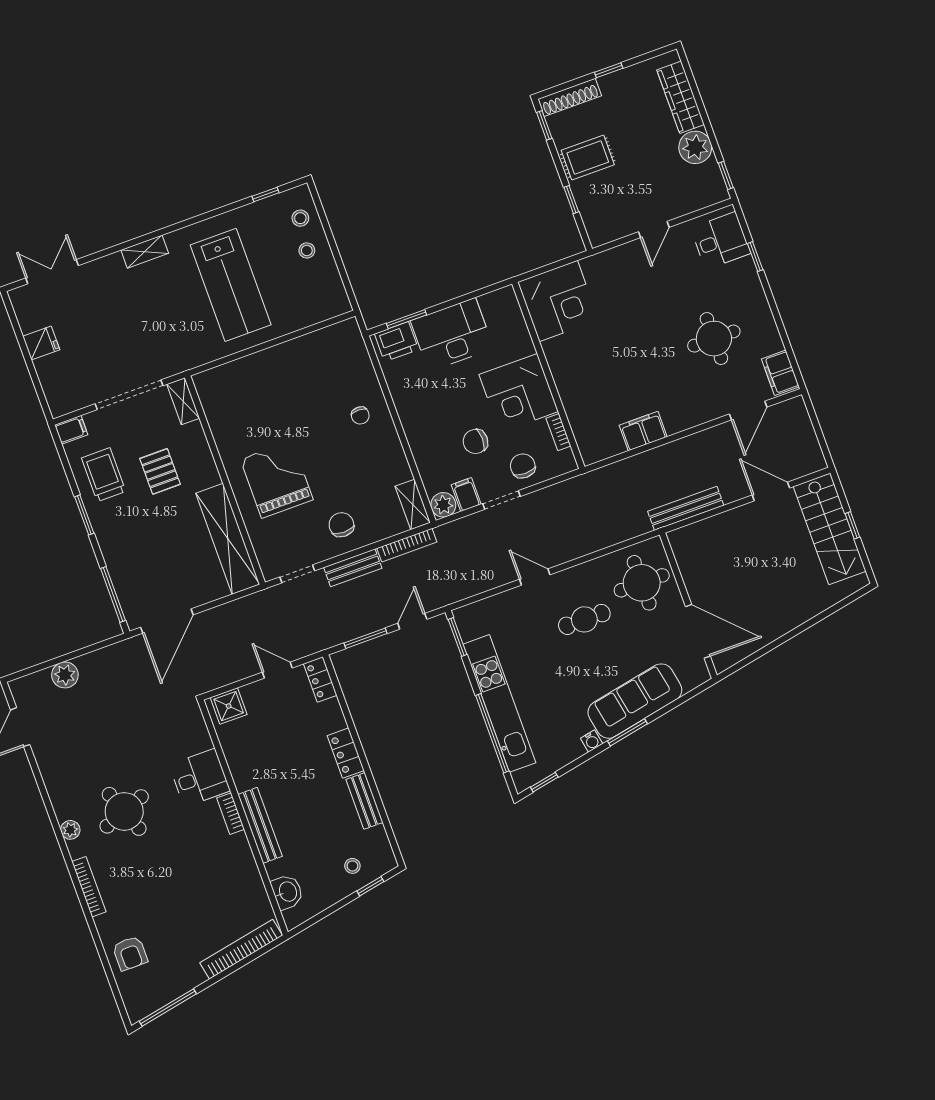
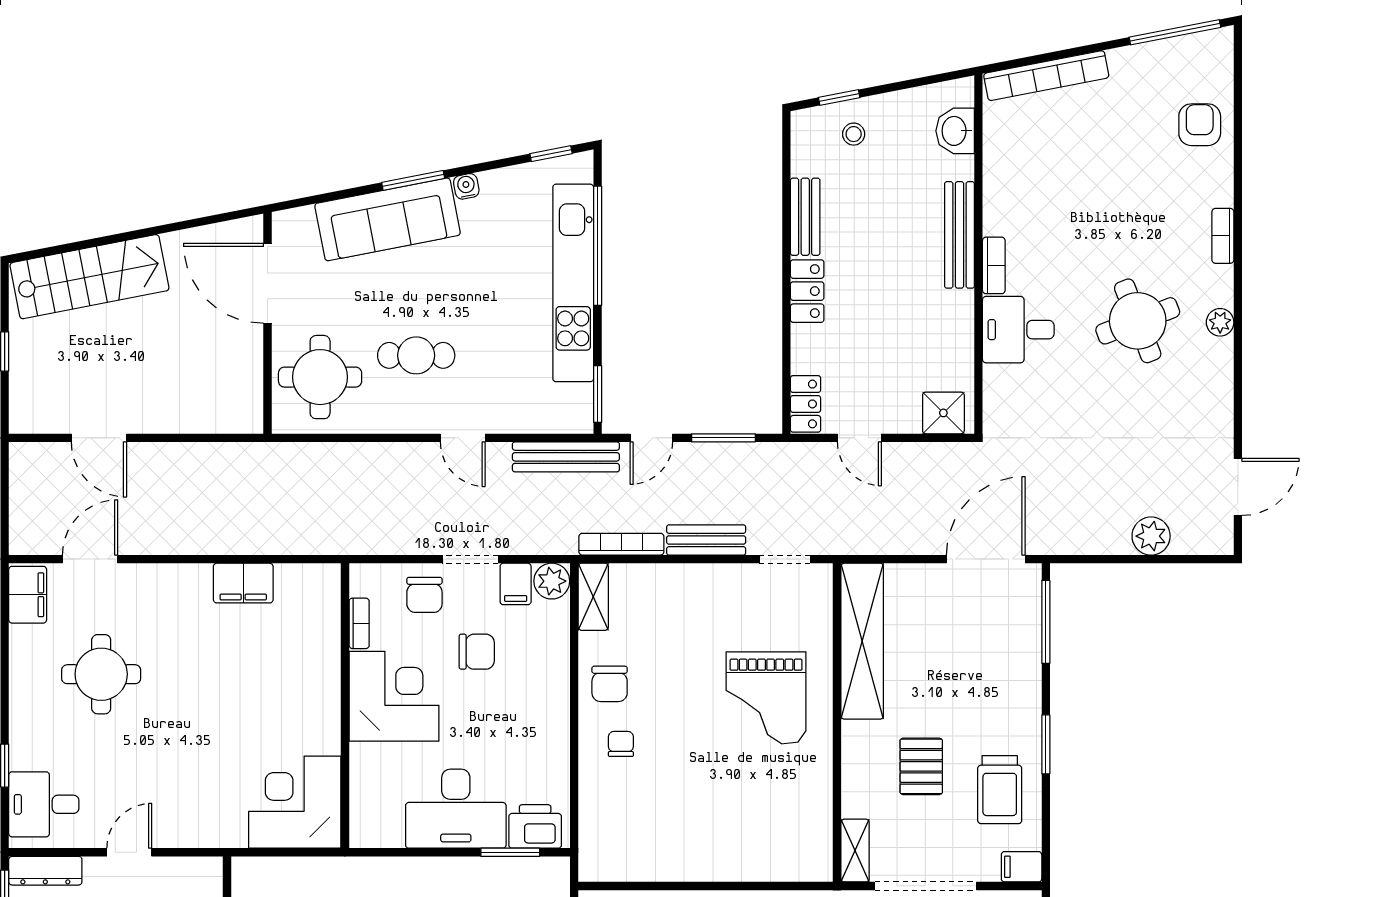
dresser: (704, 198) -> (45, 871), added
bench: (686, 508) -> (566, 457), moved
chair: (341, 525) -> (610, 684), moved
stairs: (830, 529) -> (89, 277), moved, turned 79
bookcase: (89, 887) -> (1223, 236), width x0.64

